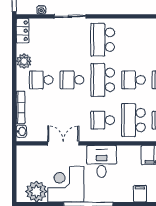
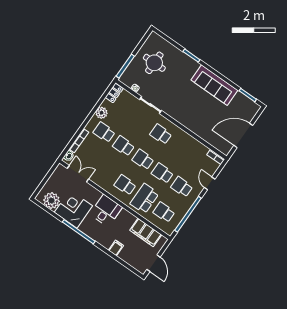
school desk: (103, 40) -> (161, 134), width x0.54
school desk: (103, 80) -> (143, 160), width x0.54
double door: (63, 143) -> (78, 174), moved

